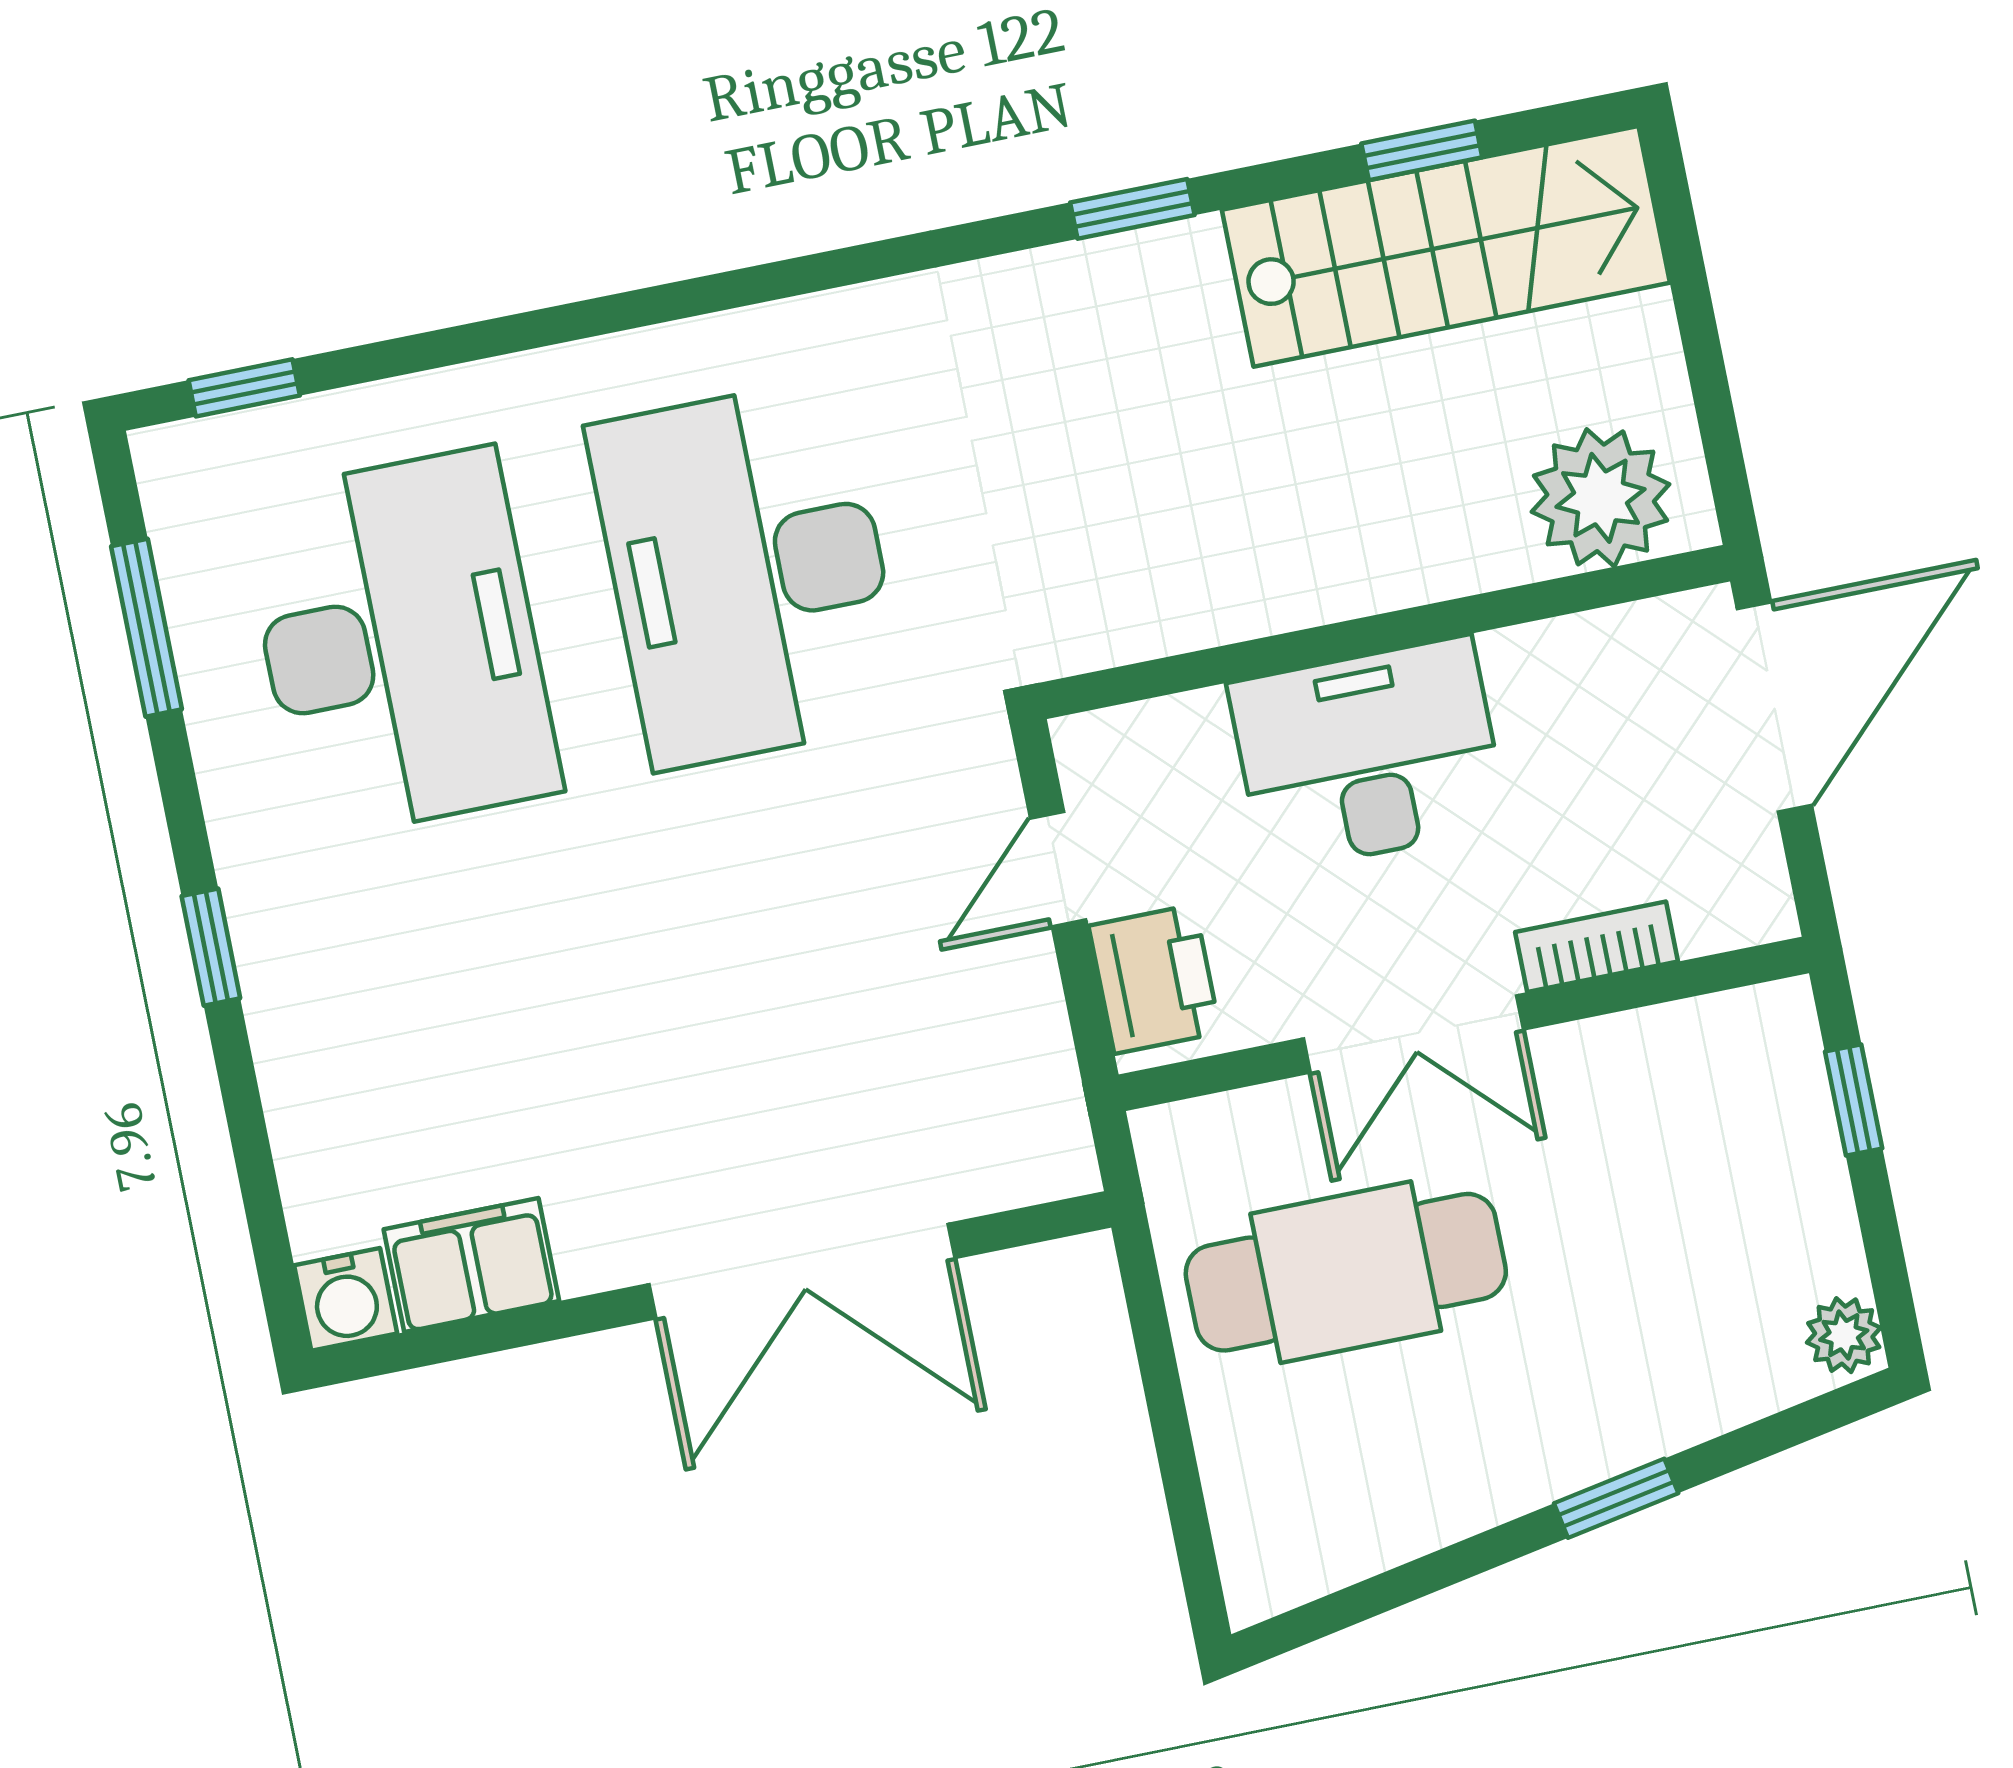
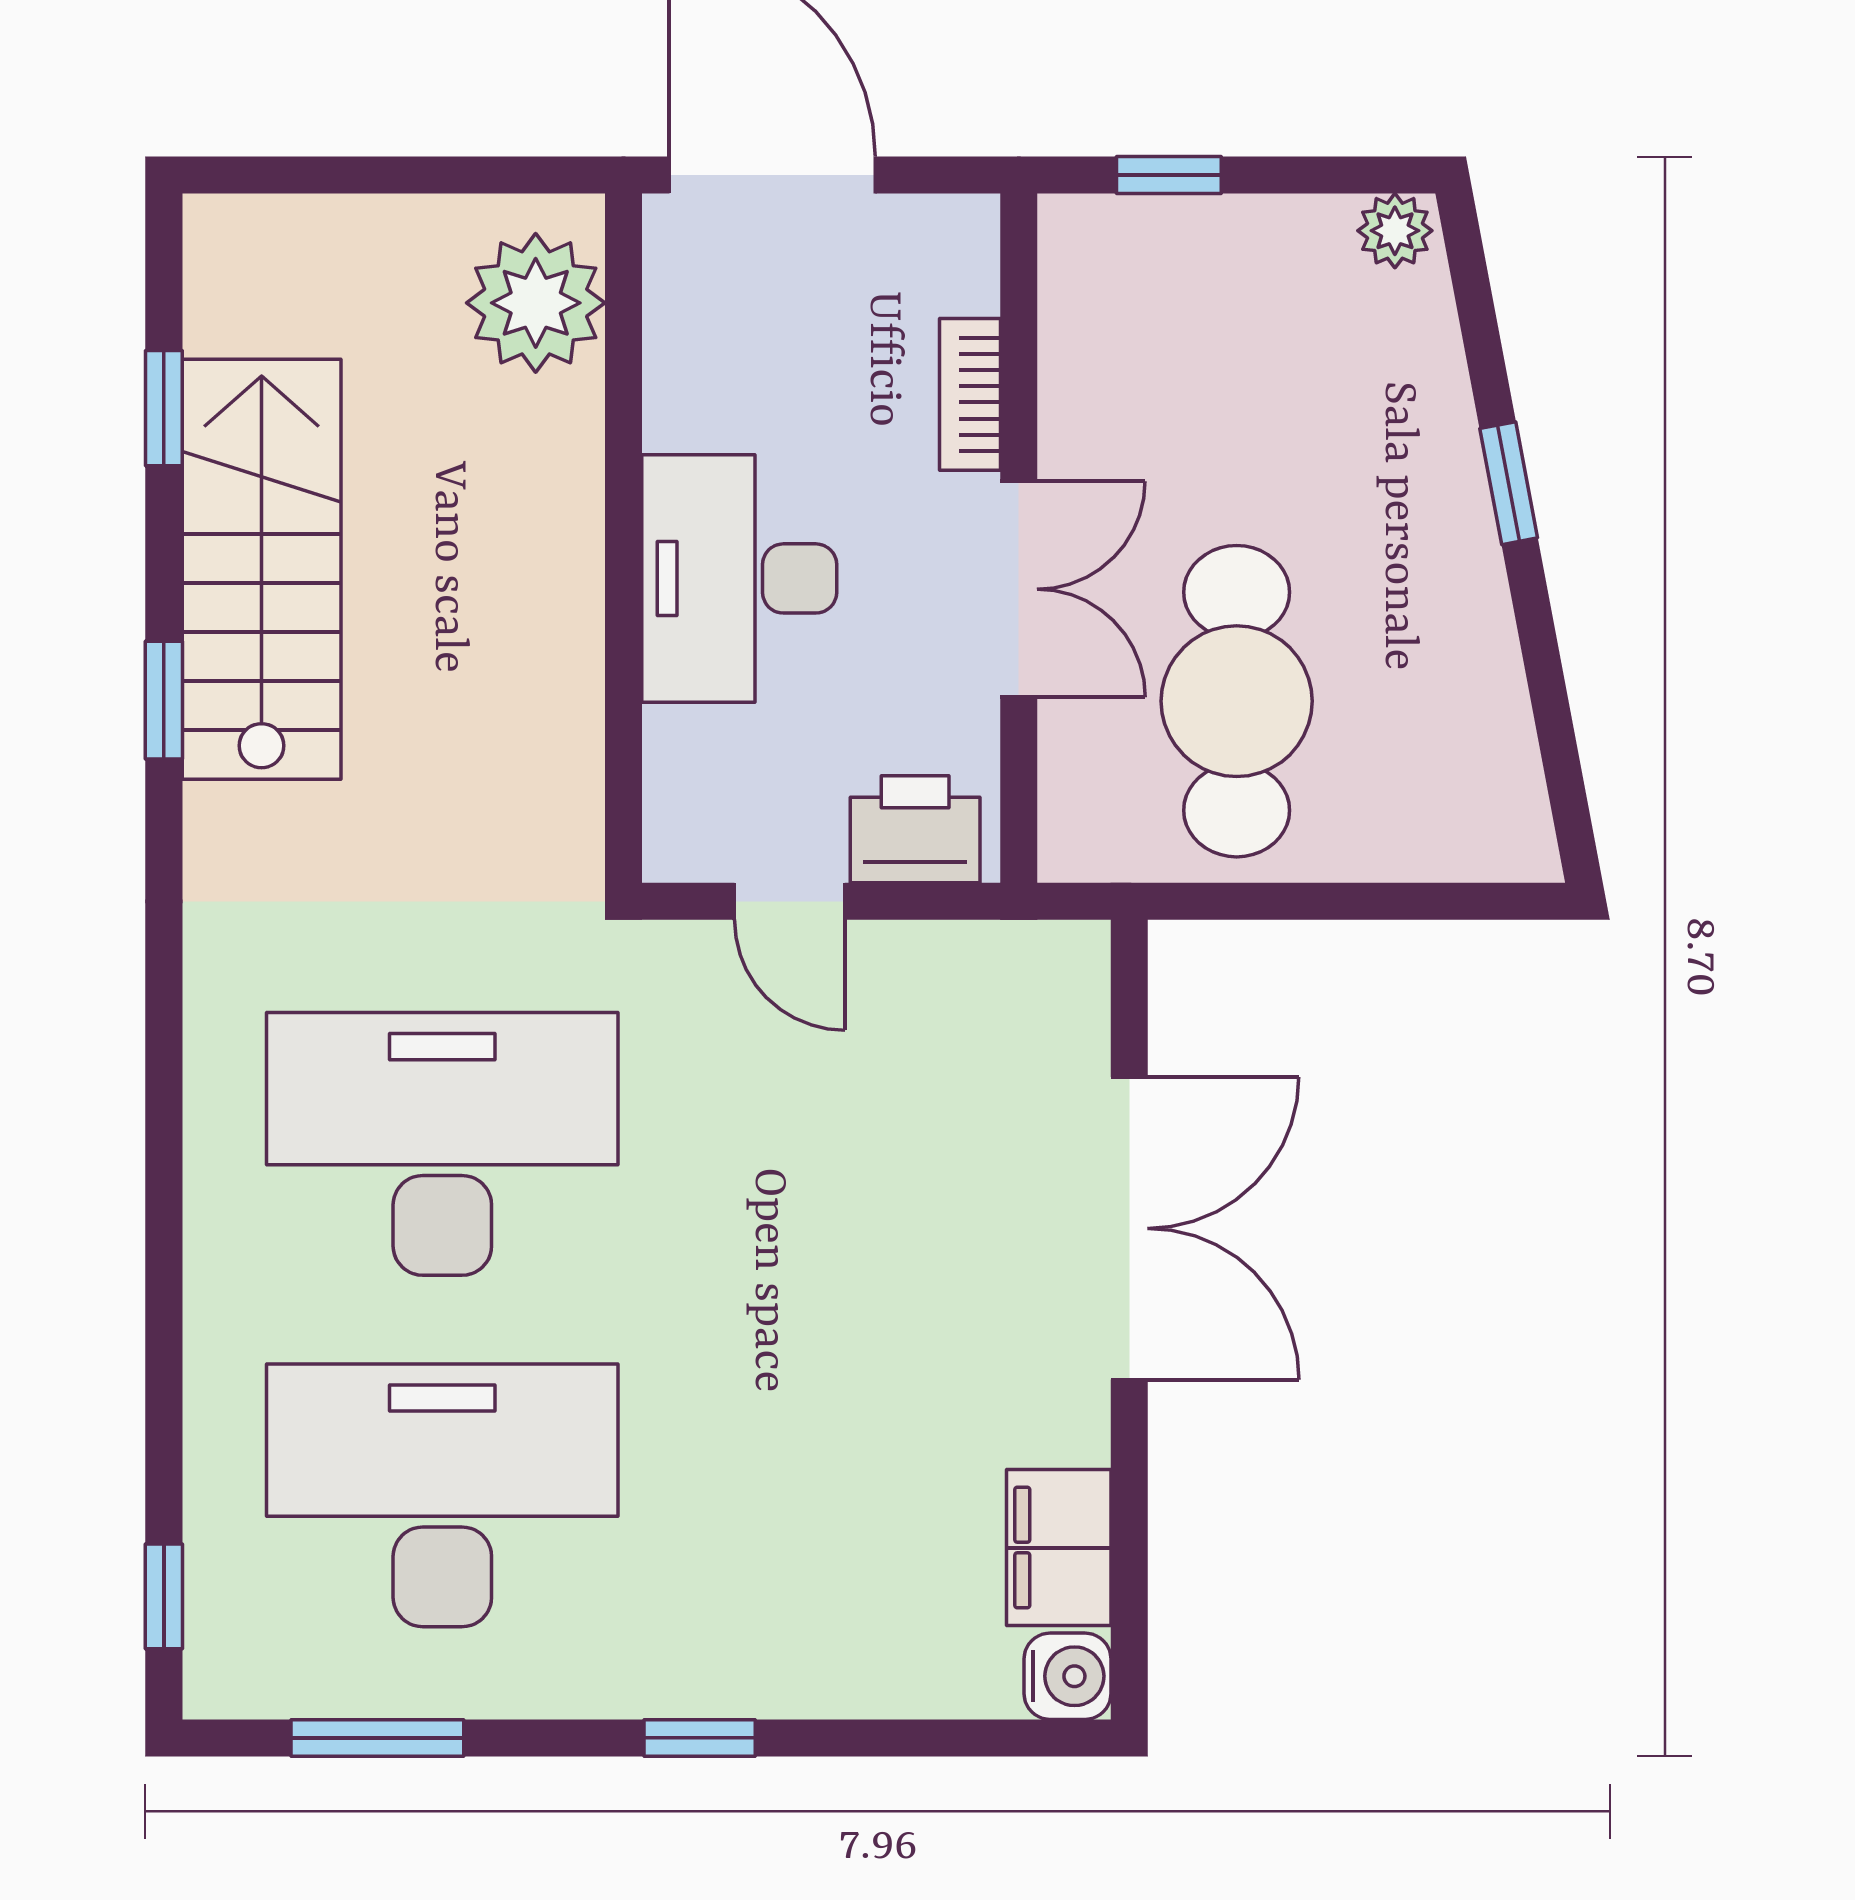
stairs: (1446, 246) -> (262, 569), moved
desk: (748, 573) -> (442, 1144), turned 180

